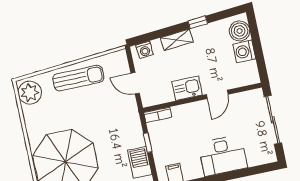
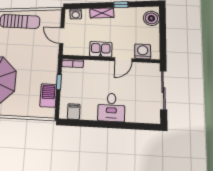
washing machine: (244, 51) -> (143, 51), moved, turned 90
desk: (223, 155) -> (111, 107), width x0.73

